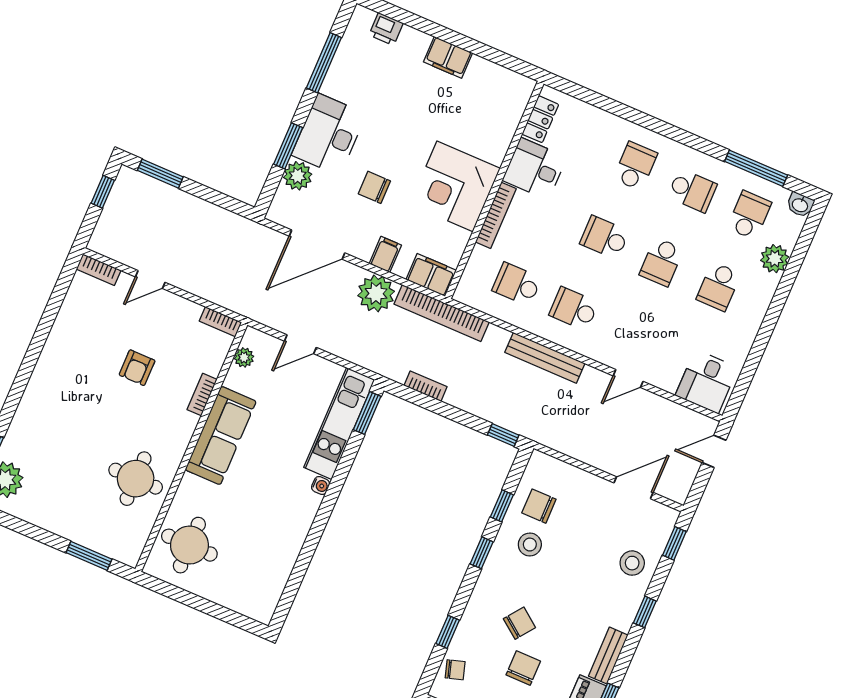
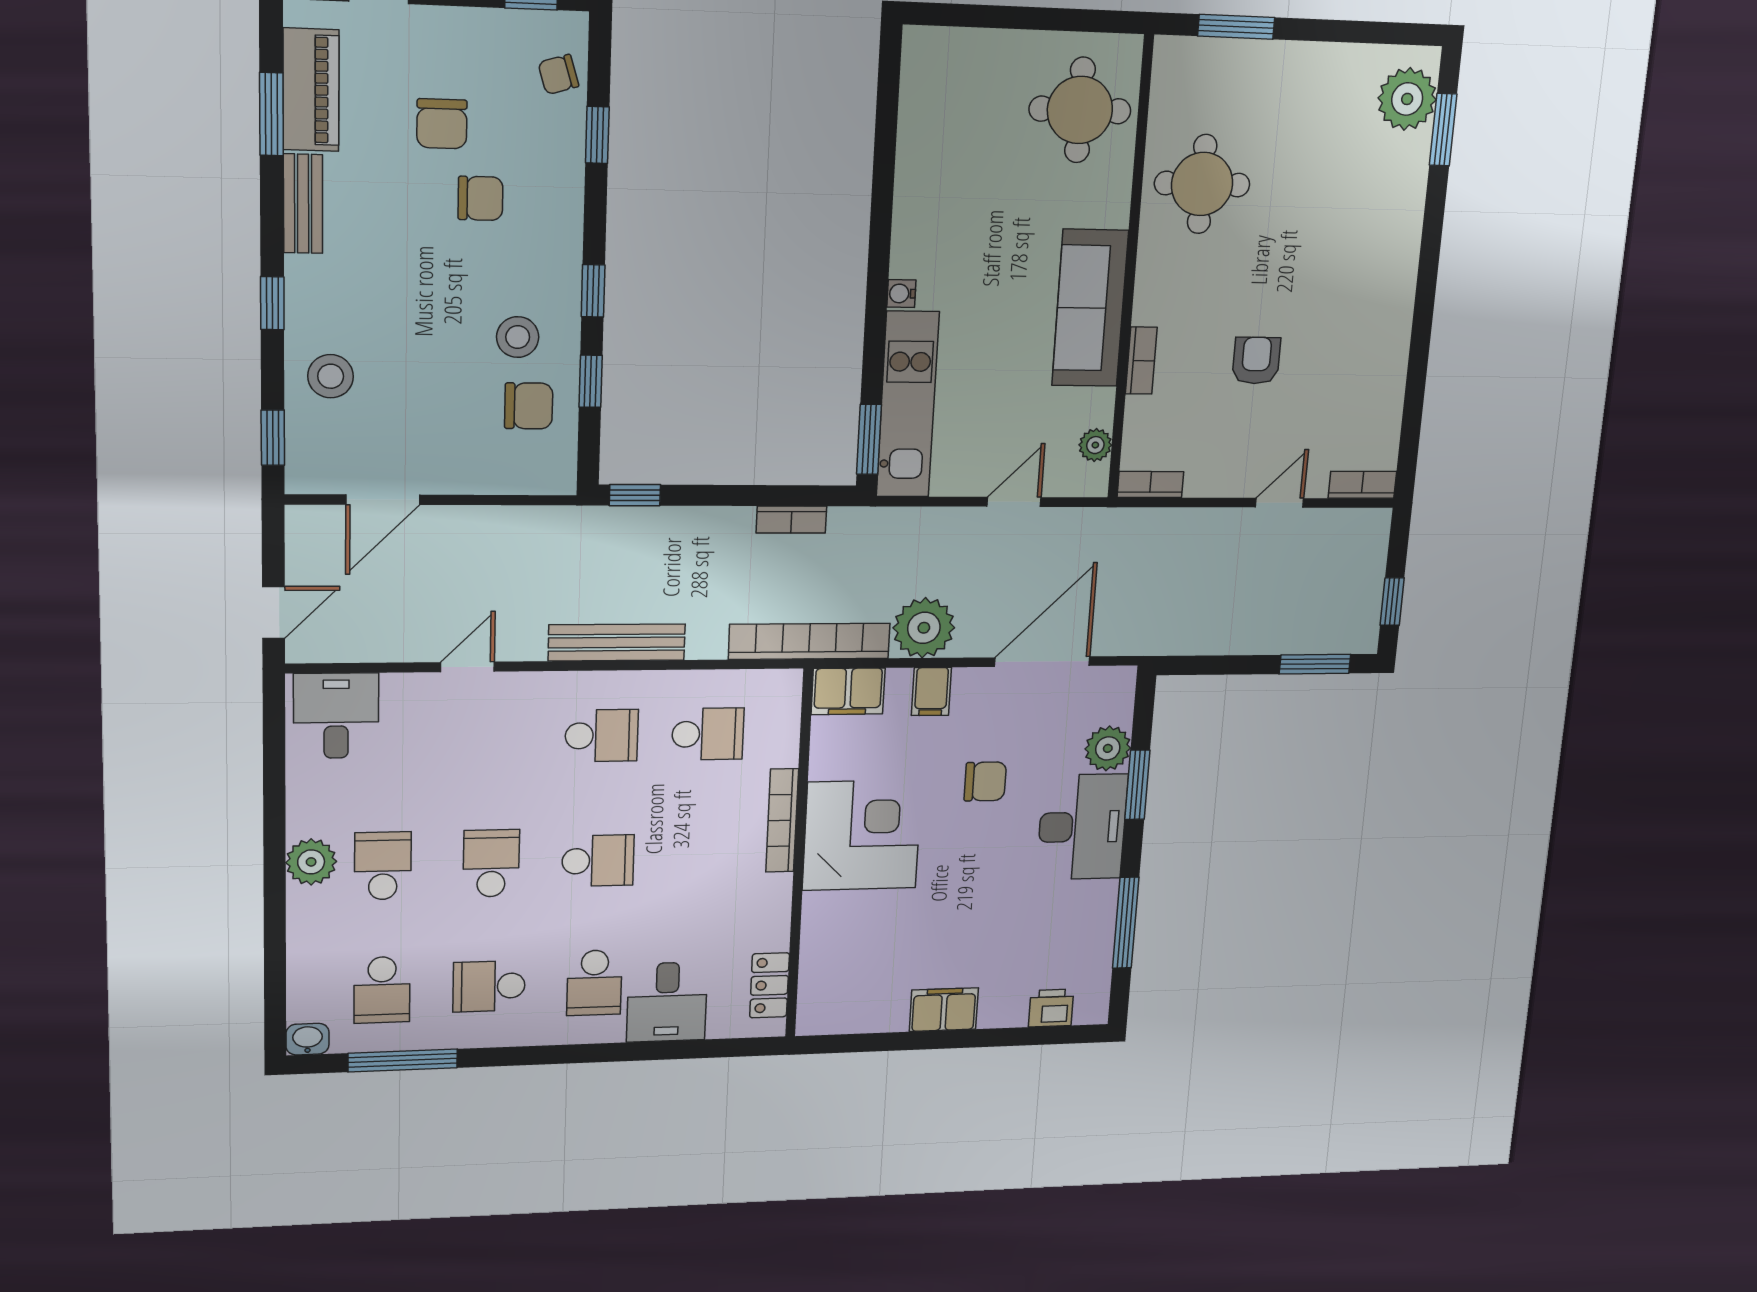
desk: (535, 169) -> (667, 1002), moved, turned 90
plant: (775, 259) -> (311, 862), moved
chair: (519, 623) -> (480, 198), turned -127

